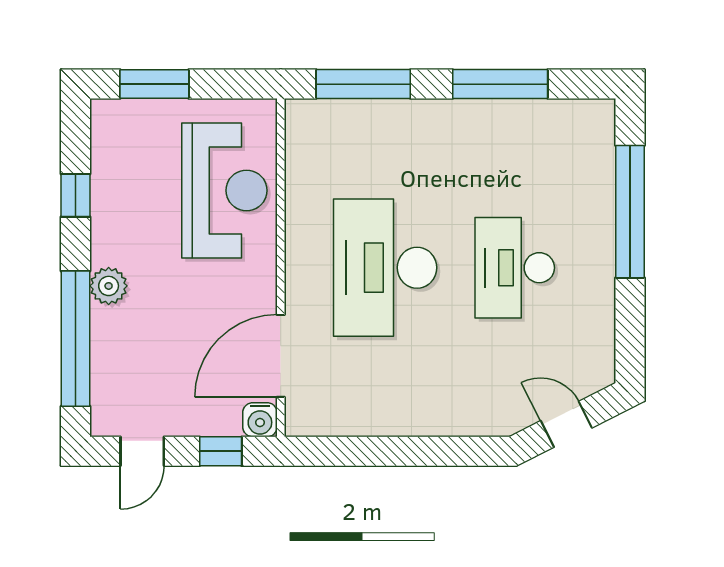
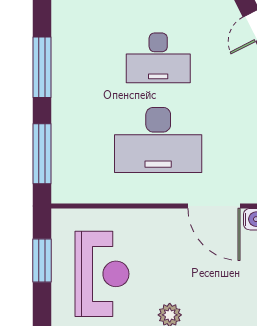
window: (154, 84) -> (42, 260), moved
reception desk: (224, 190) -> (102, 274), moved, turned 90

